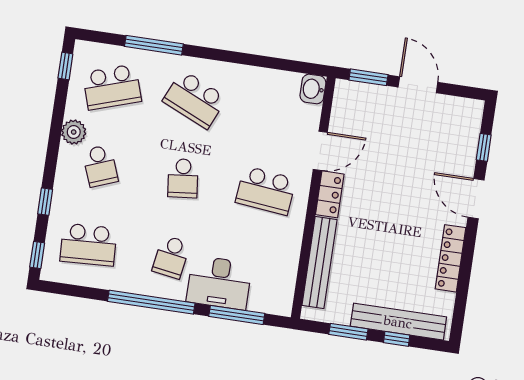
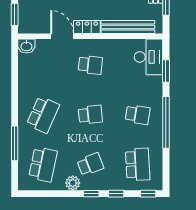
window: (65, 66) -> (91, 194), moved
school desk: (112, 87) -> (43, 164), turned 30
school desk: (266, 191) -> (90, 65), width x0.54
desk: (219, 283) -> (148, 57), moved
window: (237, 315) -> (166, 71), width x0.69

